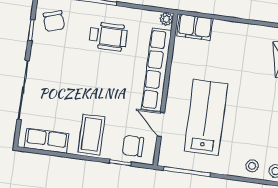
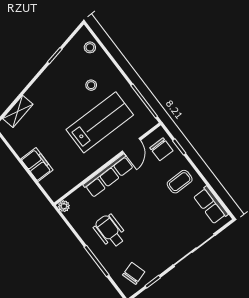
filing cabinet: (195, 27) -> (37, 165), moved
row of seats: (156, 70) -> (108, 176), width x0.73
lab bench: (206, 118) -> (100, 122), turned 180
coffee table: (91, 134) -> (180, 182), width x0.73, depth x0.77
stool: (252, 166) -> (91, 85), moved

